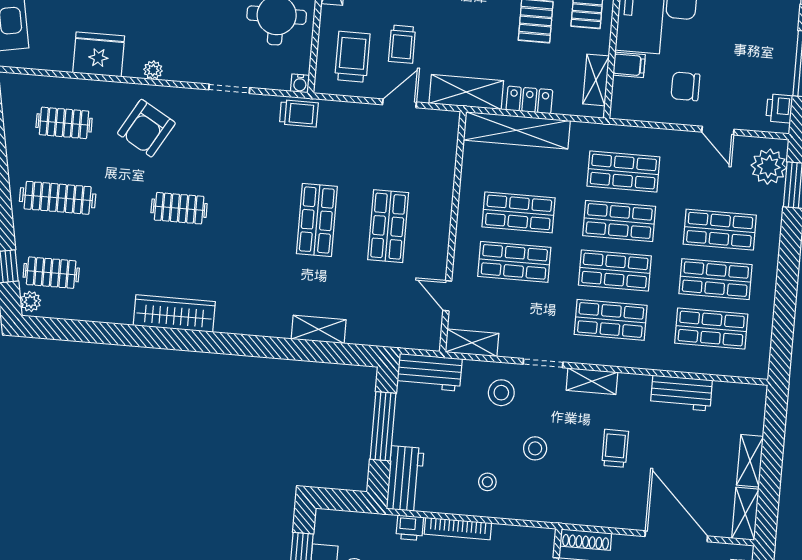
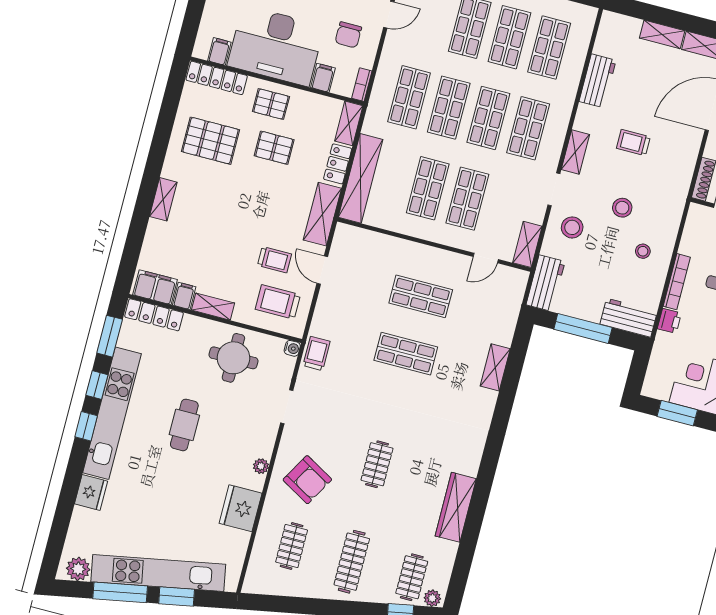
shelving: (596, 80) -> (349, 123), moved, turned 90
bookcase: (629, 113) -> (362, 85), added
wardrobe: (174, 314) -> (456, 507), moved

